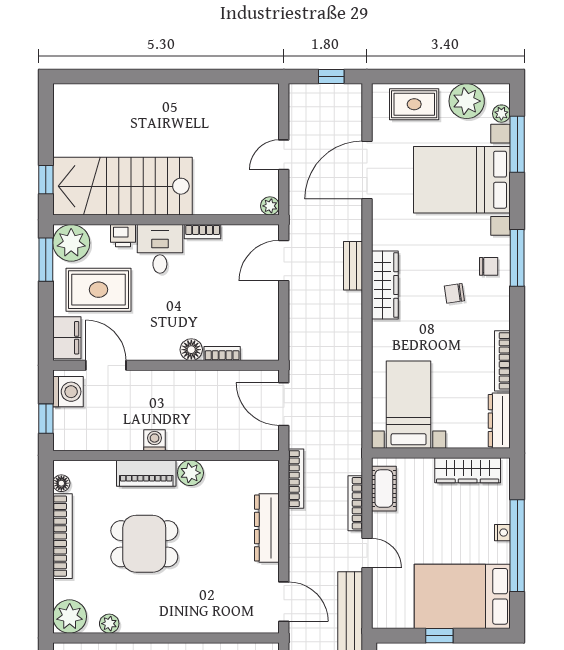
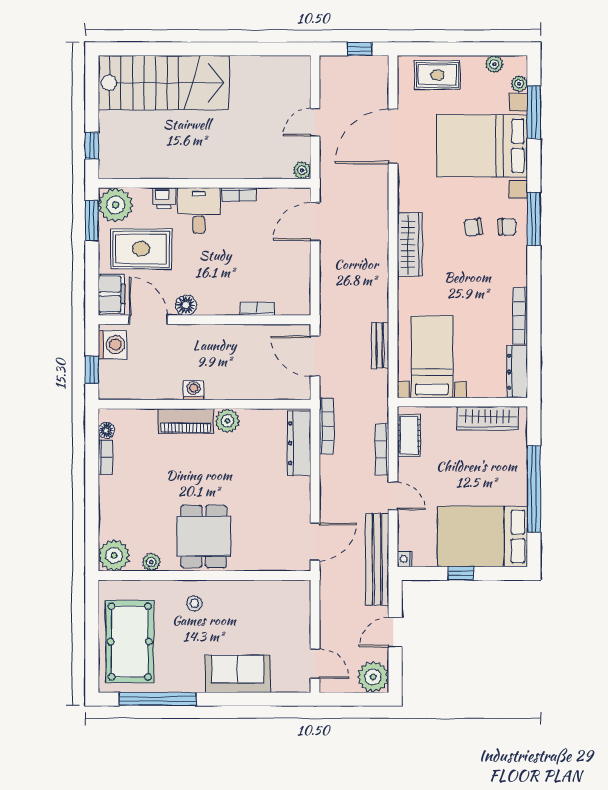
plant: (467, 101) -> (494, 64), width x0.53, depth x0.53
stairs: (122, 186) -> (164, 83), moved, turned 180
bench: (353, 266) -> (380, 346), moved
chair: (454, 293) -> (473, 227), moved
floor lamp: (191, 350) -> (186, 305), moved
dresser: (267, 528) -> (299, 443), moved
nightstand: (502, 533) -> (405, 559), moved, turned 180
bookcase: (62, 536) -> (105, 457), width x0.43, depth x0.76
dining table: (144, 544) -> (204, 536), moved, turned 90
door: (284, 602) -> (315, 542), hinge flipped

